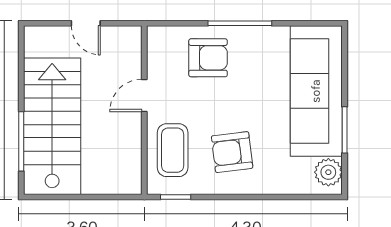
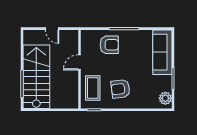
sofa: (316, 91) -> (162, 52), width x0.74, depth x0.79

